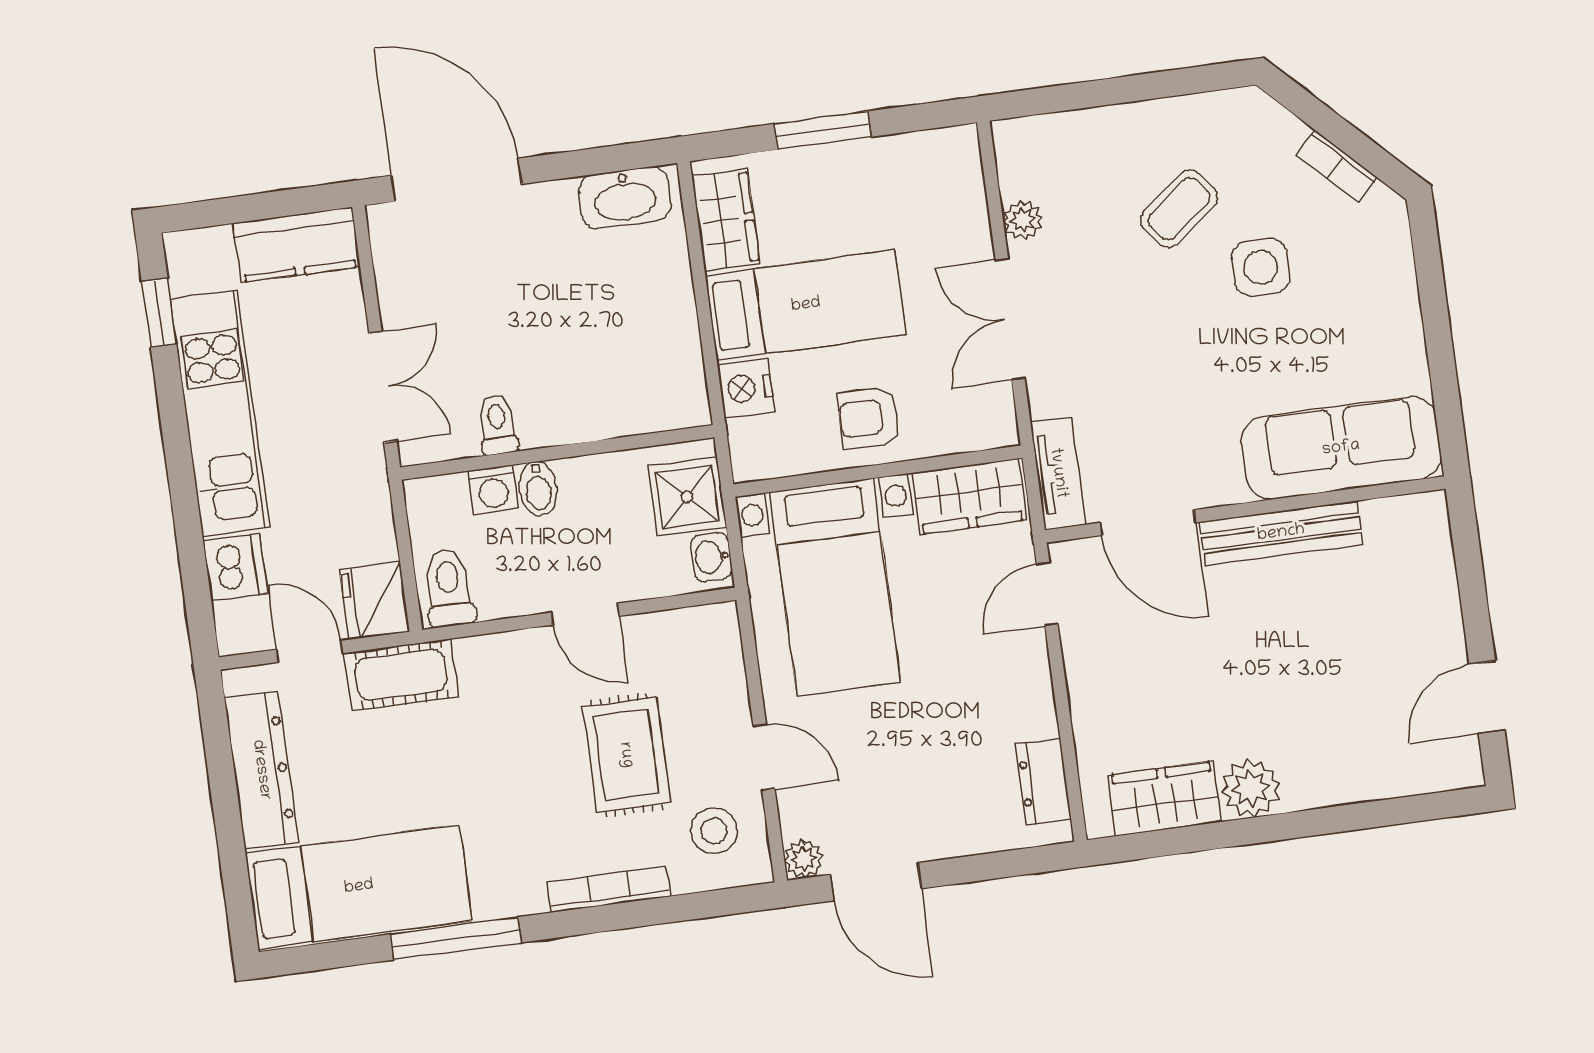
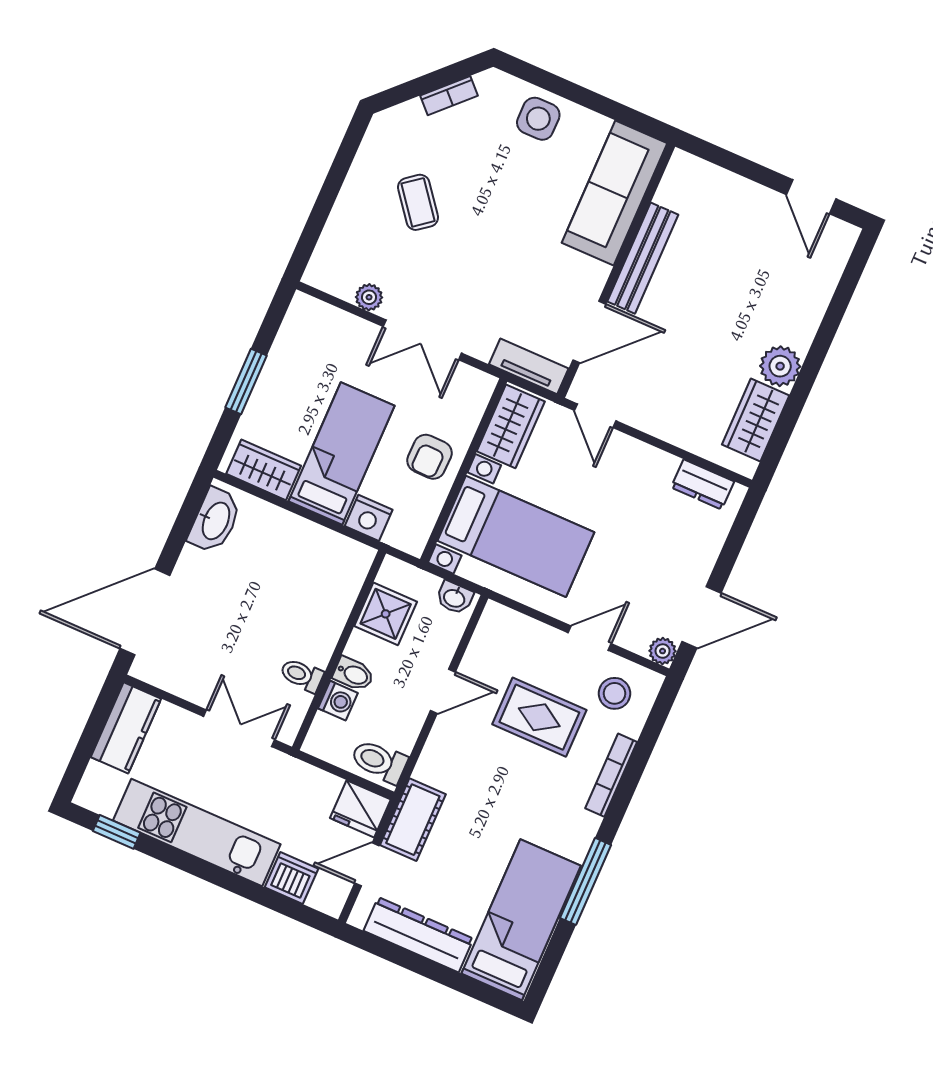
side table: (1261, 267) -> (538, 119), moved
shower: (687, 497) -> (386, 614), moved

